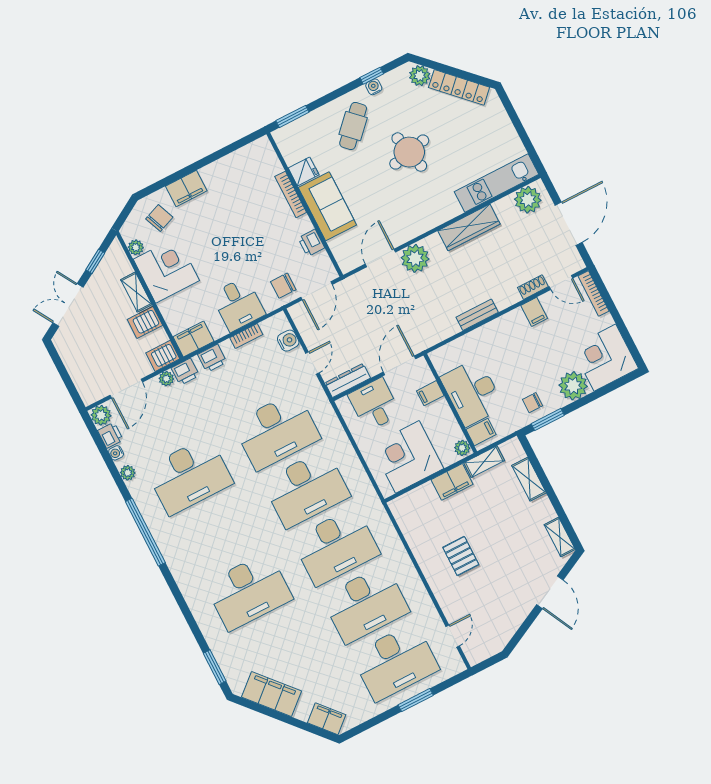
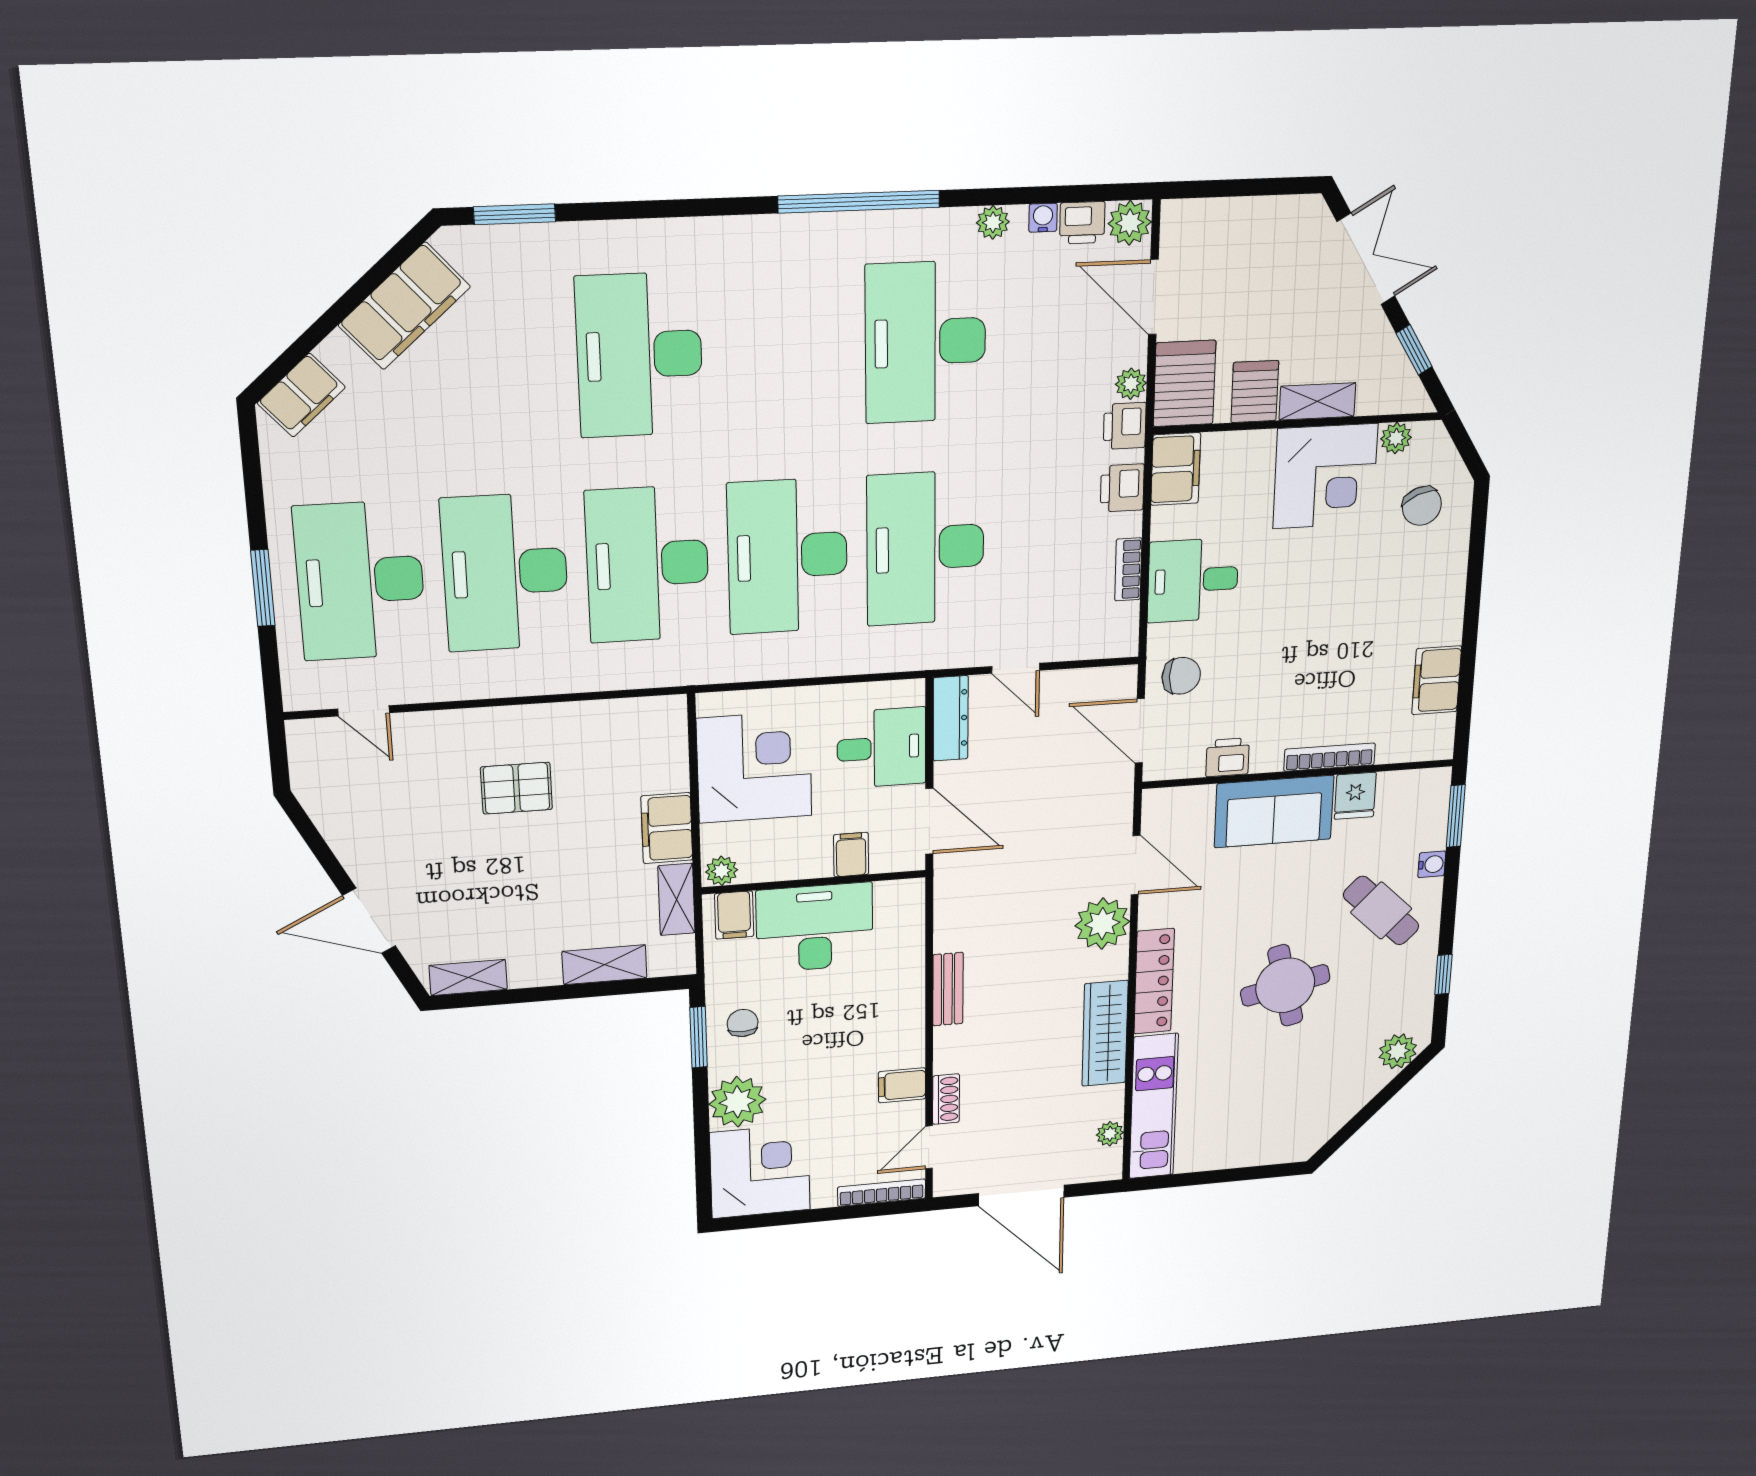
water cooler: (374, 87) -> (1432, 864), moved
locker: (459, 87) -> (1154, 981), moved, turned 135
filing cabinet: (186, 188) -> (1437, 680), moved
plant: (528, 200) -> (1110, 1134), width x0.53, depth x0.53
chair: (283, 286) -> (1181, 676), turned 90
water cooler: (288, 341) -> (1079, 642), removed
server rack: (163, 356) -> (1184, 384), width x1.36, depth x1.44

